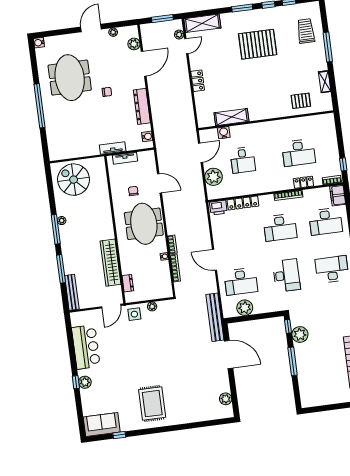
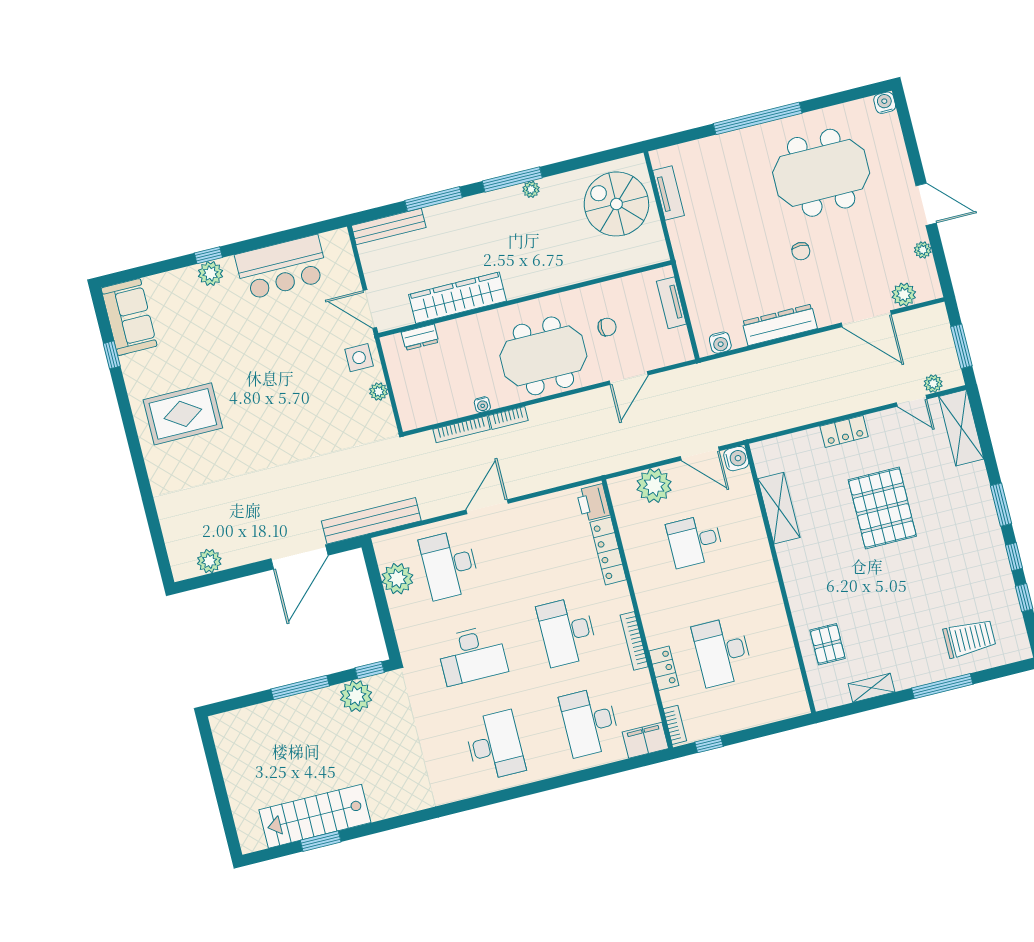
pallet: (258, 44) -> (882, 508), moved
water cooler: (224, 133) -> (736, 459), moved
tv unit: (113, 148) -> (668, 193), moved
spiral stairs: (74, 180) -> (616, 204), turned -90

